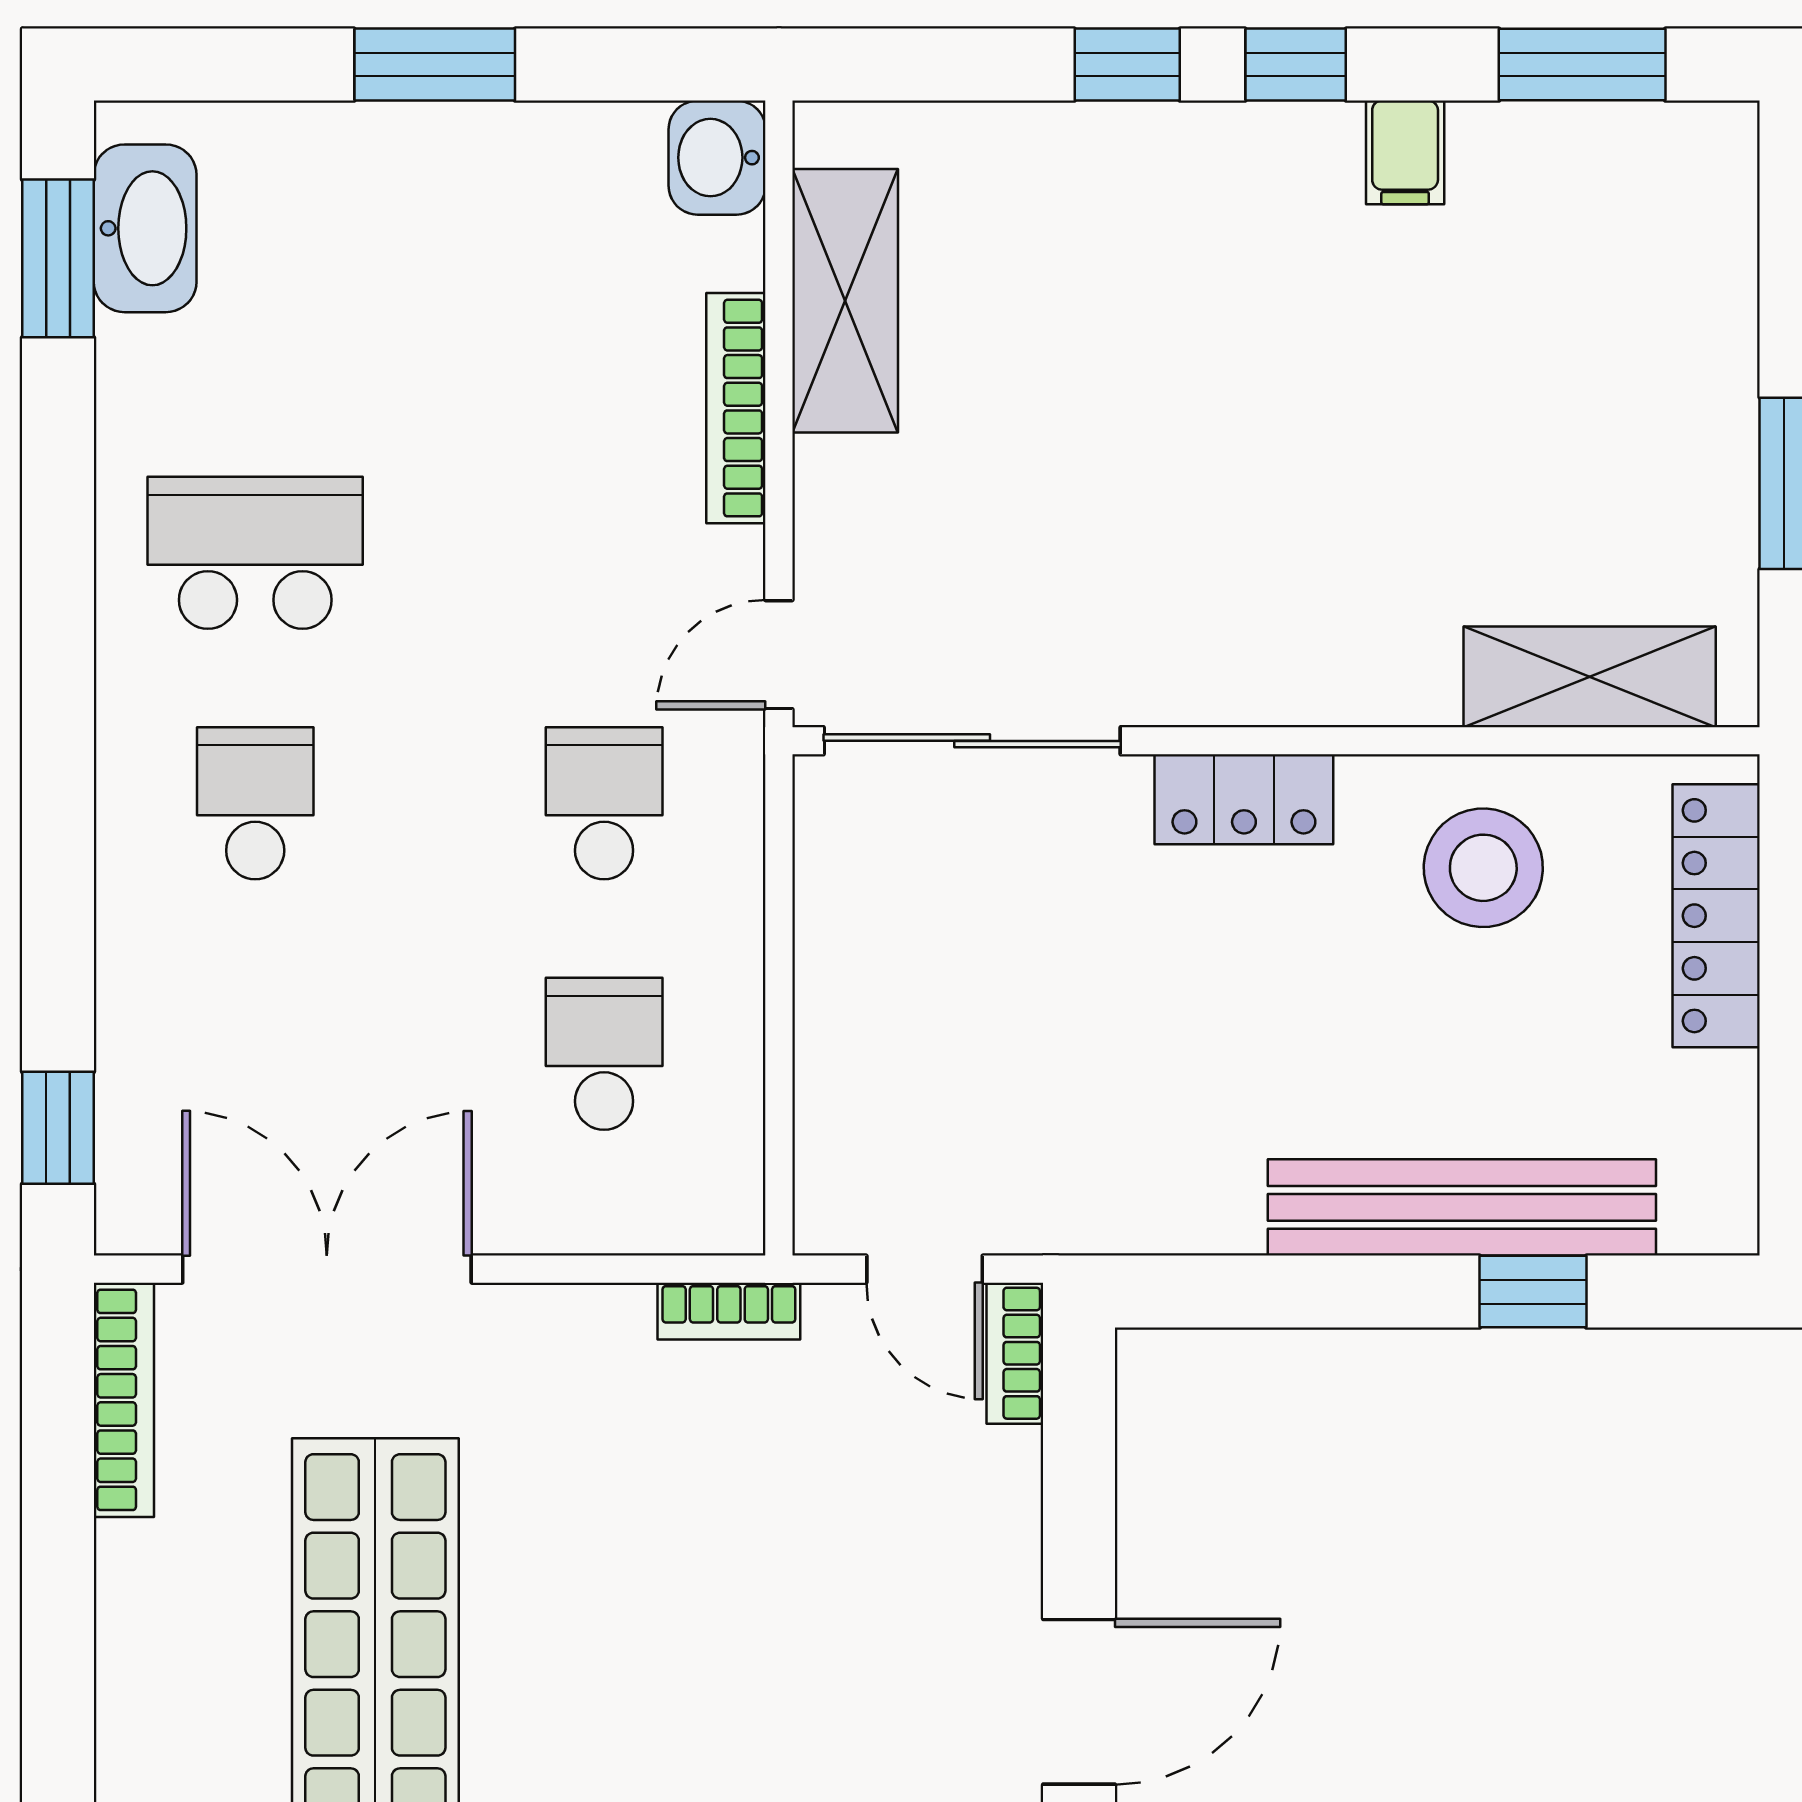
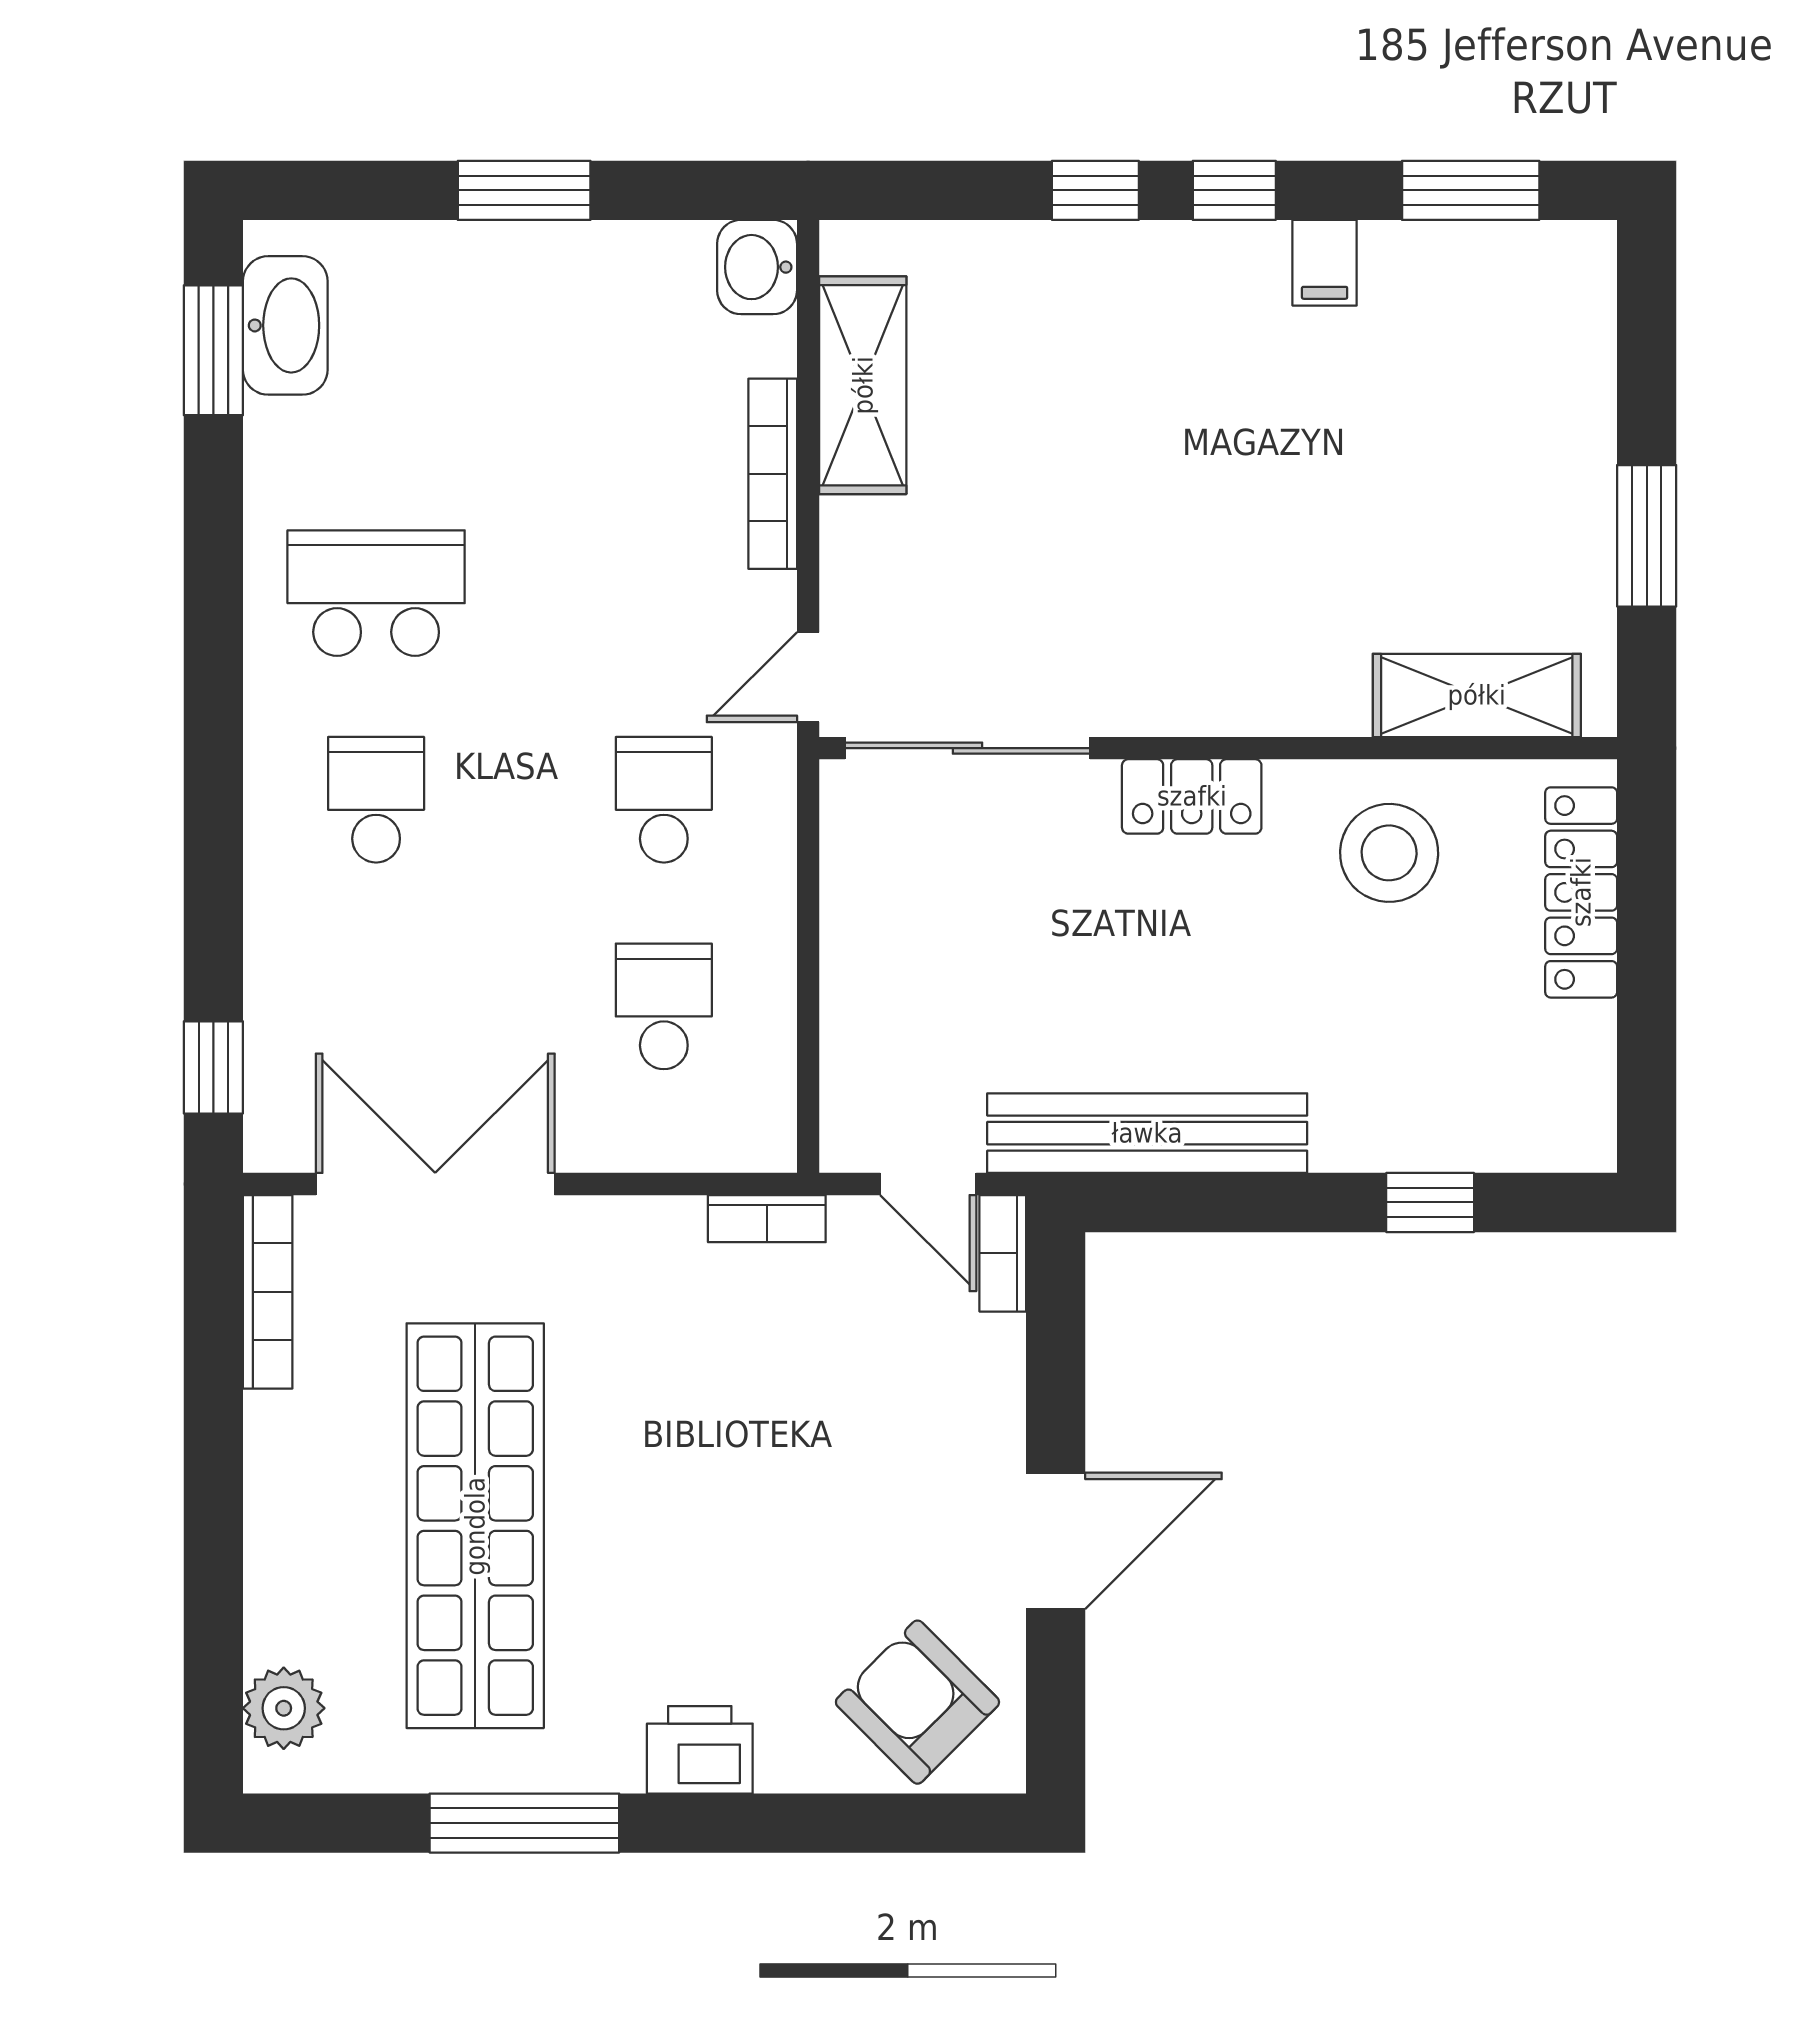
bench: (1462, 1207) -> (1147, 1133), moved

